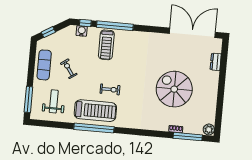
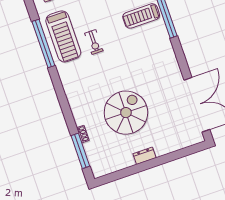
dresser: (216, 62) -> (144, 156), moved
plant: (209, 129) -> (99, 171), removed

